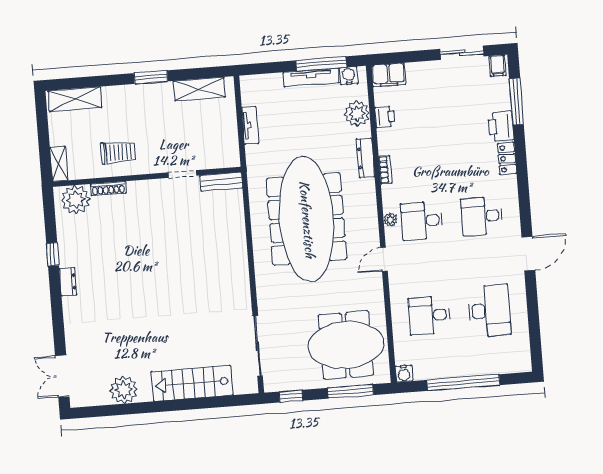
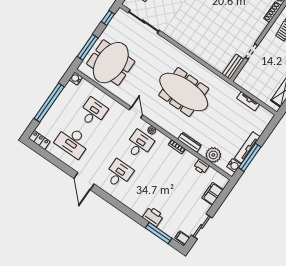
filing cabinet: (389, 75) -> (212, 194), moved
locker: (507, 159) -> (39, 140), moved
meeting table: (307, 219) -> (184, 92), width x0.73, depth x0.79

